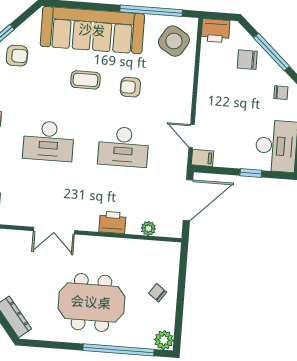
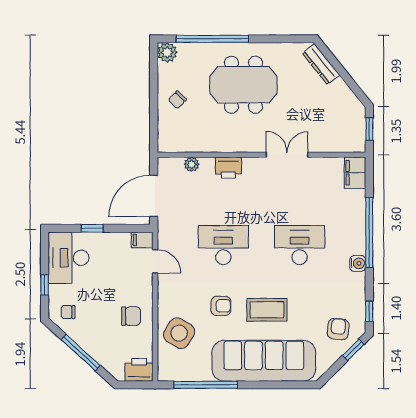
side table: (174, 41) -> (179, 333), moved
armchair: (17, 56) -> (338, 329), turned 96
chair: (247, 60) -> (131, 316), moved
coffee table: (85, 80) -> (267, 310), width x1.36, depth x1.30
chair: (158, 293) -> (177, 100), turned 99

